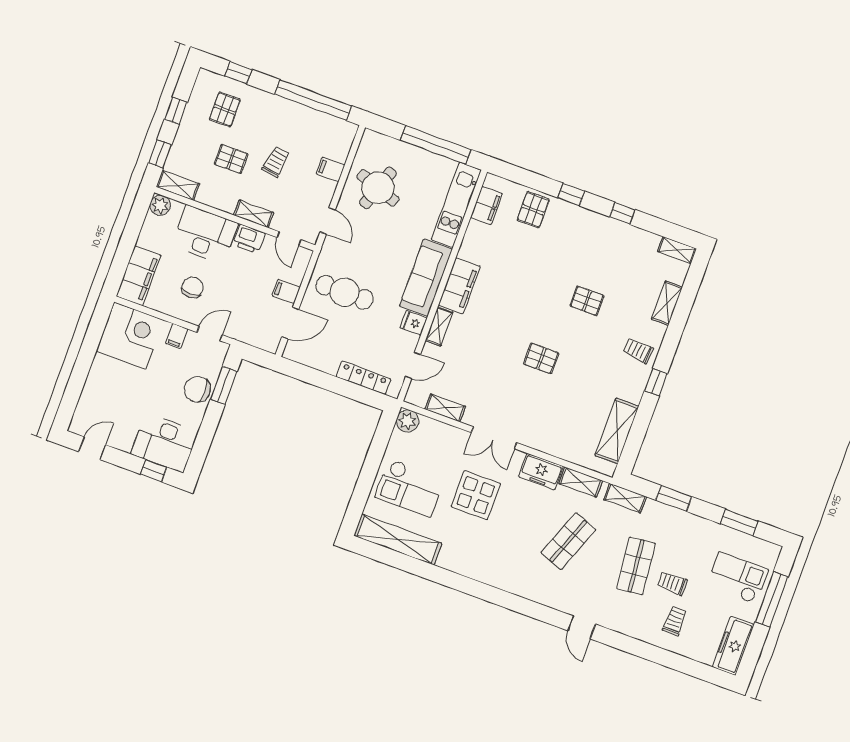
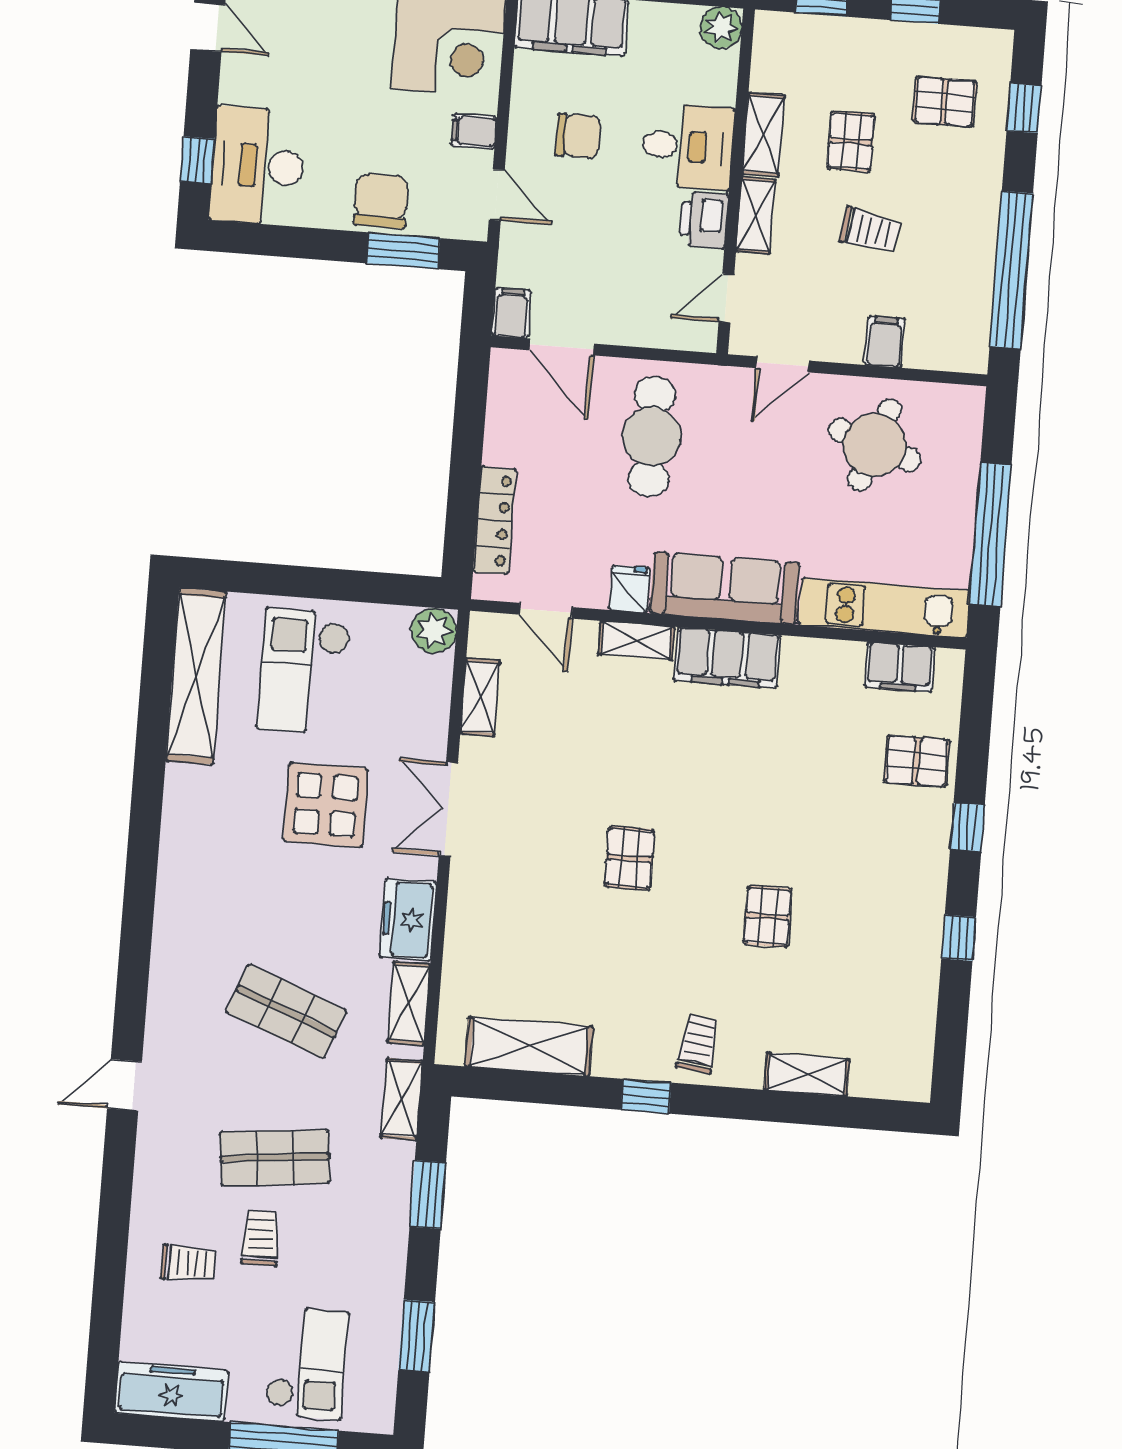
shelving: (178, 185) -> (763, 135), moved
desk: (205, 234) -> (688, 146), width x0.73
shelving: (677, 250) -> (917, 1065), removed
filing cabinet: (286, 291) -> (511, 313), moved

